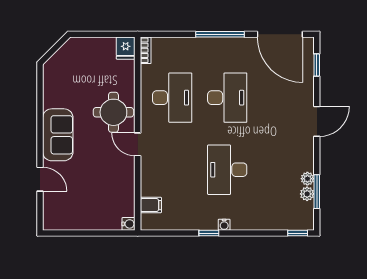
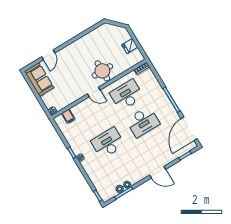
fridge: (126, 48) -> (130, 46), moved
desk: (172, 98) -> (127, 95), turned 180
sofa: (58, 135) -> (39, 79), moved, turned -90
door: (138, 144) -> (94, 92), swing flipped

